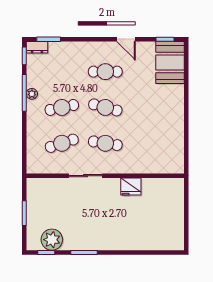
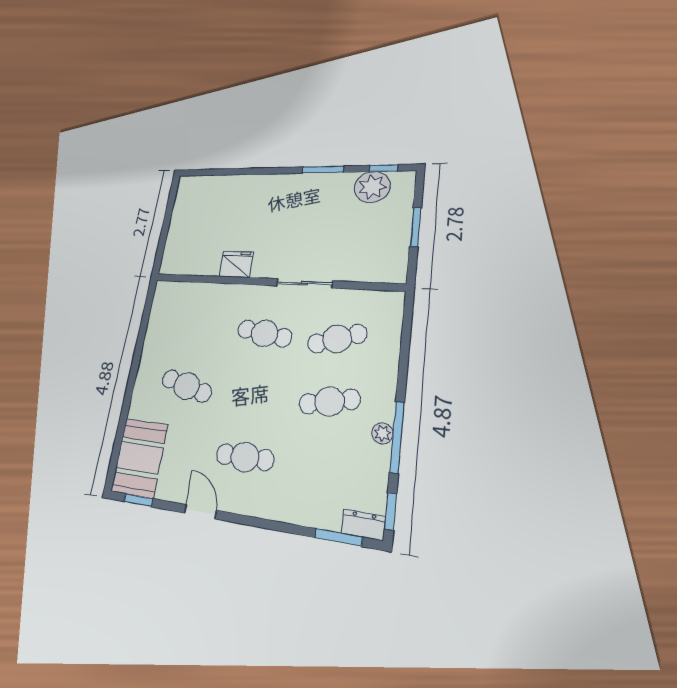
cafe table: (105, 107) -> (187, 386), moved

